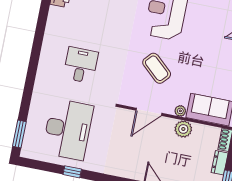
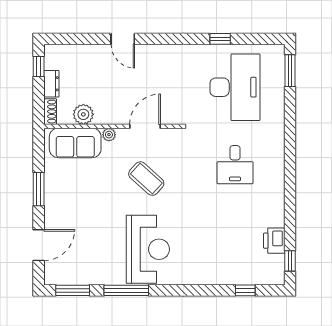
desk: (68, 129) -> (235, 87), turned 180
plant: (183, 129) -> (83, 114), moved

